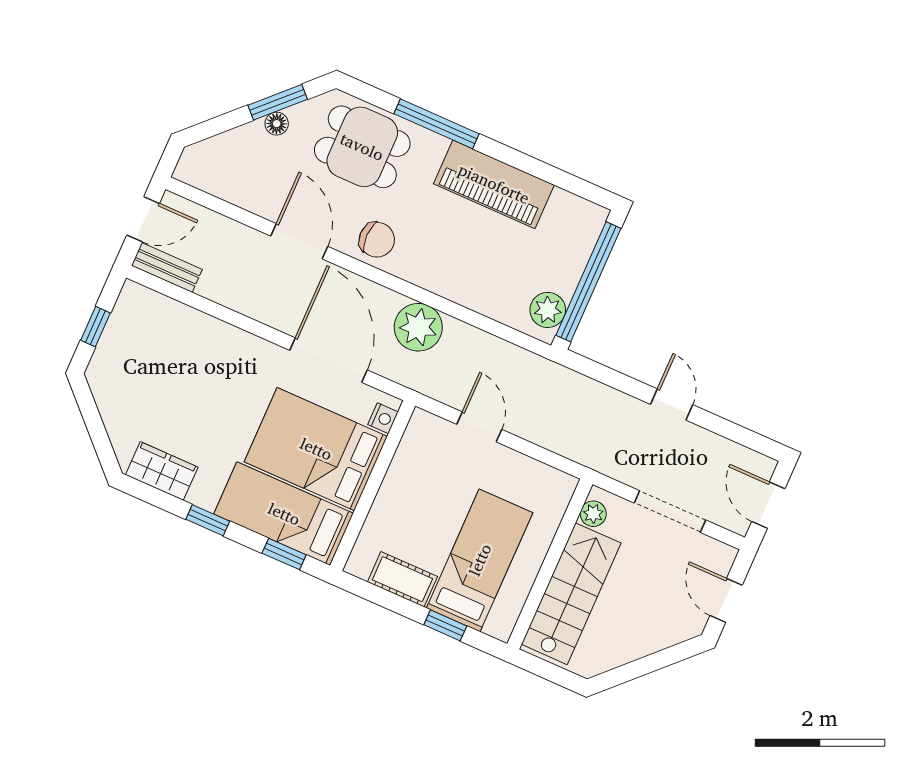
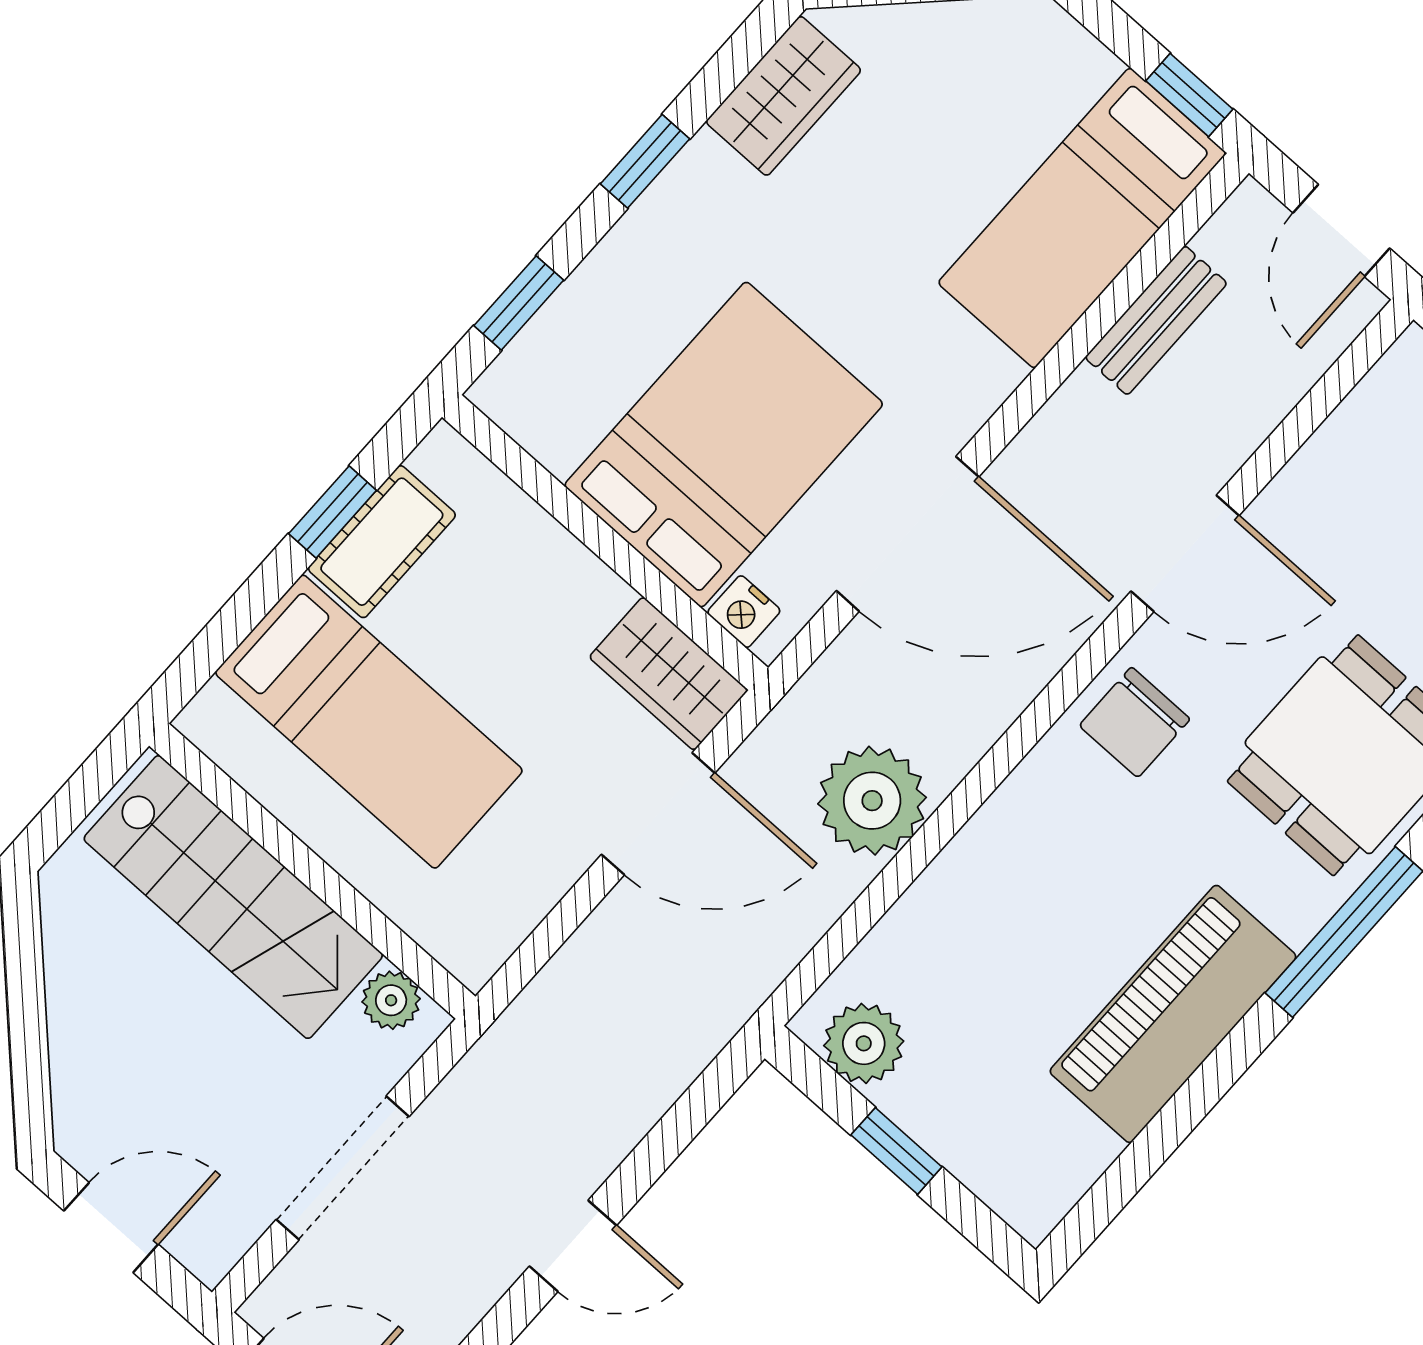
bench: (167, 268) -> (1156, 320), moved
window: (588, 282) -> (896, 1151), width x0.32
window: (95, 327) -> (1189, 95), moved
plant: (418, 327) -> (872, 801), moved
door: (479, 427) -> (658, 814), width x1.38
wardrobe: (419, 441) -> (669, 674), added
bed: (284, 514) -> (1082, 218), moved, turned 180
window: (445, 625) -> (333, 512), moved

